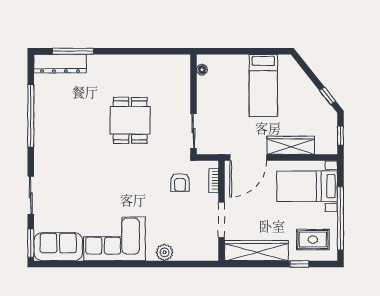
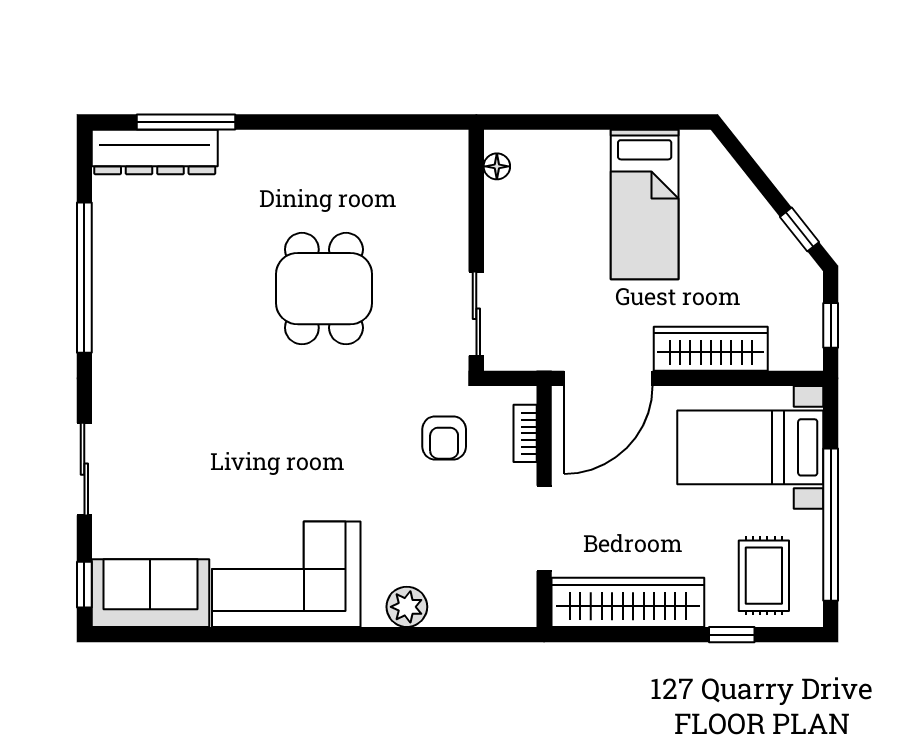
rug: (313, 240) -> (764, 576), turned 90
window: (31, 243) -> (84, 585), width x0.67

